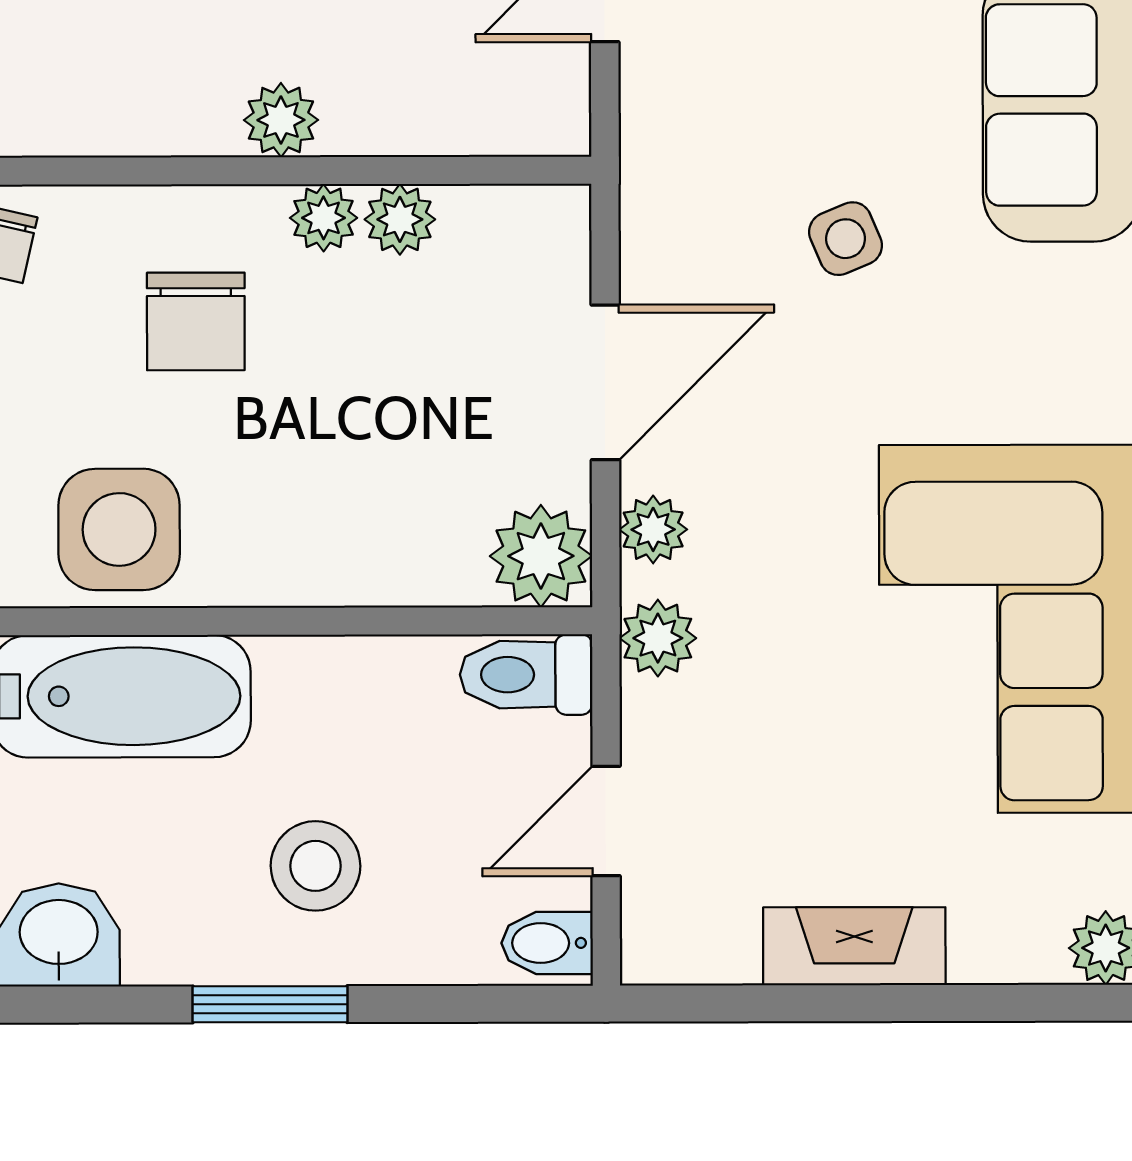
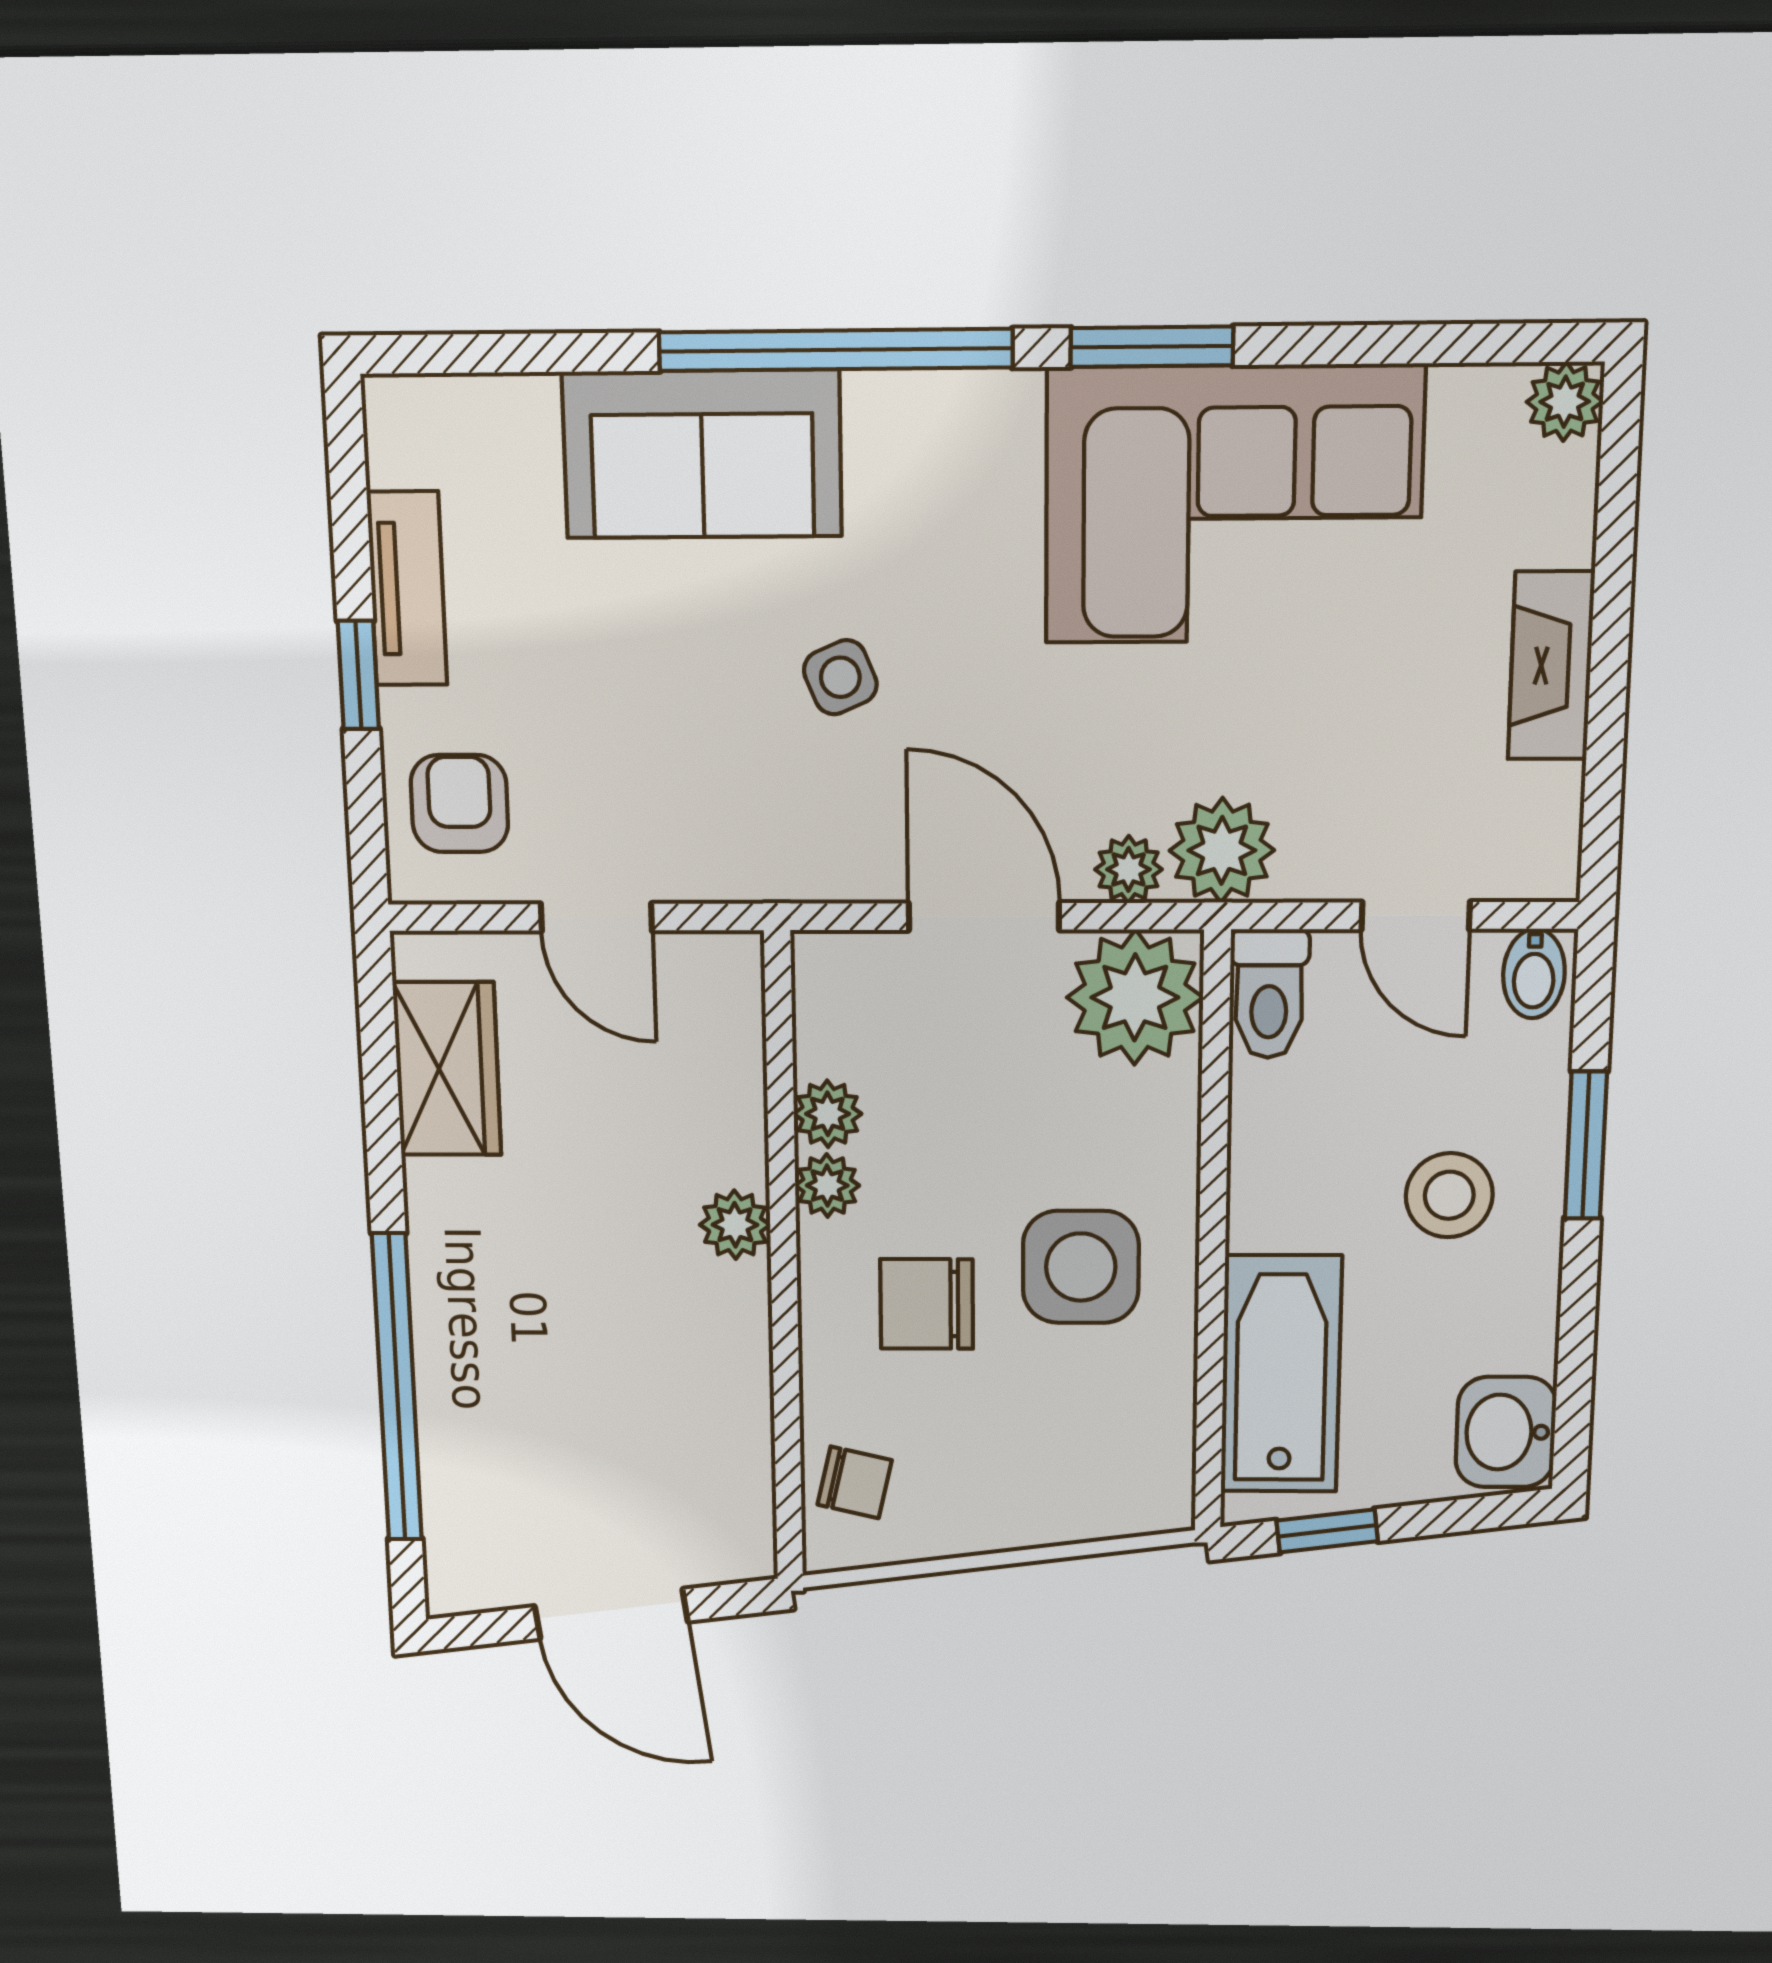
chair: (196, 321) -> (927, 1304), turned 180
side table: (119, 529) -> (1081, 1267), moved
plant: (541, 556) -> (1135, 997), width x1.36, depth x1.36
plant: (658, 638) -> (1222, 850), width x1.38, depth x1.38
window: (270, 1004) -> (1586, 1145), moved

